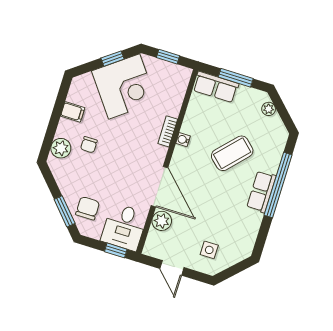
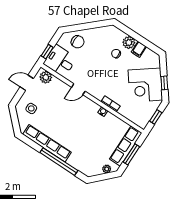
row of seats: (216, 87) -> (126, 146), width x1.48
plant: (61, 148) -> (129, 43), moved
coffee table: (232, 153) -> (86, 139), removed
door: (159, 187) -> (78, 89), width x0.53
row of seats: (261, 192) -> (47, 143), width x2.02
window: (65, 211) -> (80, 27), removed
plant: (162, 221) -> (46, 77), moved

